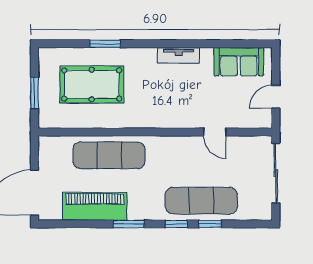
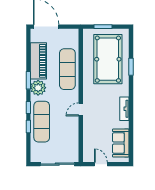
pool table: (92, 84) -> (108, 59), width x1.36, depth x1.32
door: (215, 132) -> (81, 109), moved
plant: (142, 207) -> (38, 88), added

